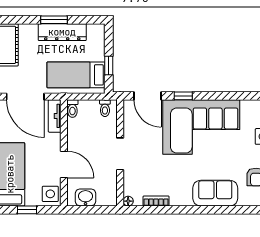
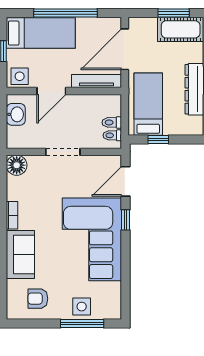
toilet: (72, 109) -> (112, 122), moved
tv unit: (55, 116) -> (97, 81), width x1.41
floor lamp: (128, 201) -> (17, 165), width x1.89, depth x1.89
bookcase: (156, 201) -> (12, 215), moved

